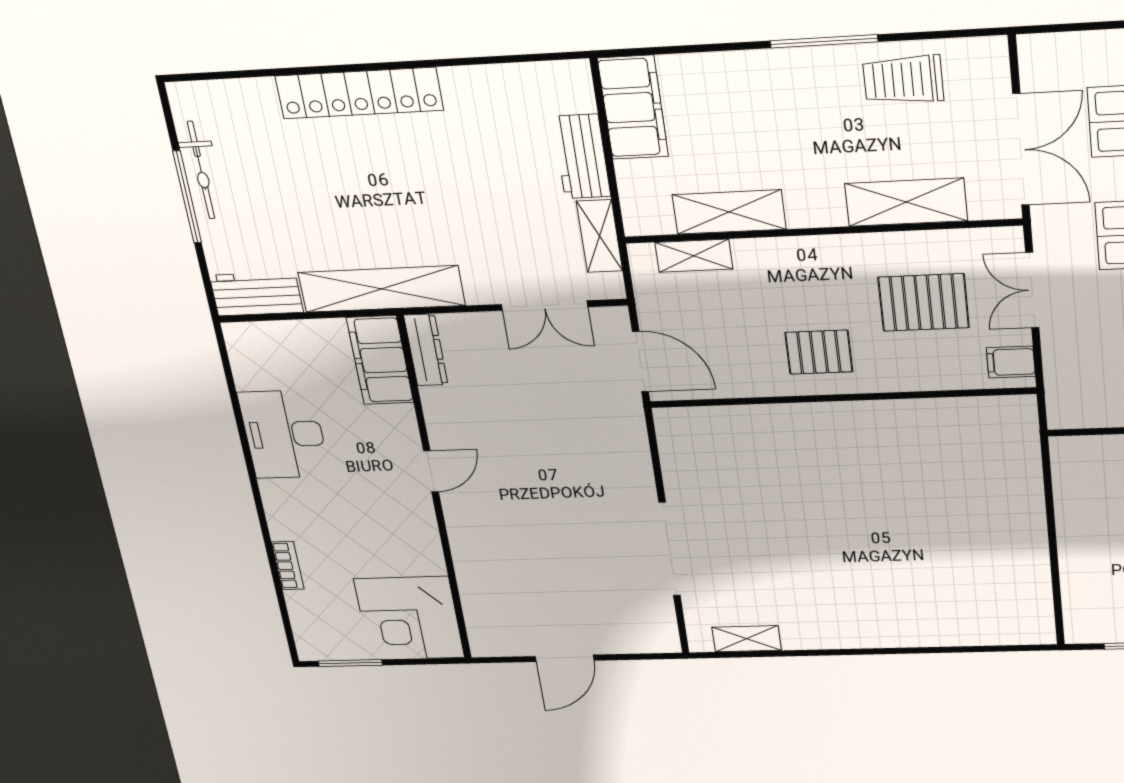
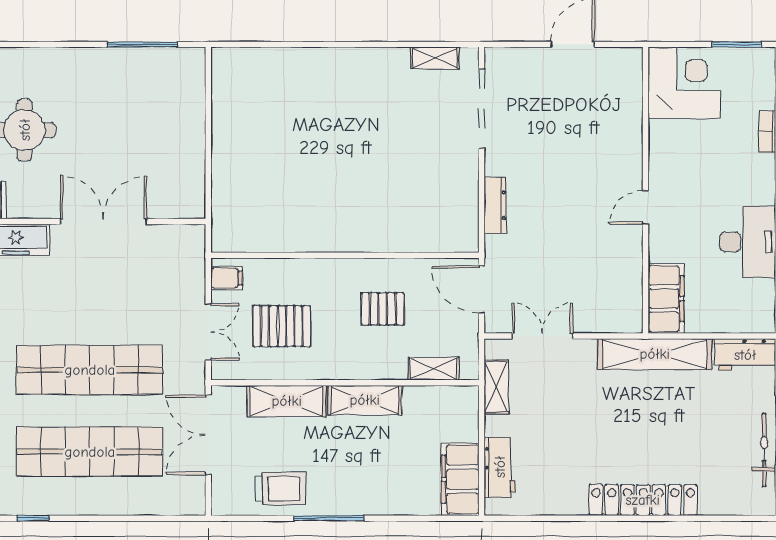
workbench: (582, 156) -> (500, 467), moved
shelving: (729, 212) -> (365, 400), moved
dresser: (426, 350) -> (495, 205), moved, turned 180
pallet: (819, 352) -> (383, 309), moved
doorway: (670, 549) -> (482, 108), moved

